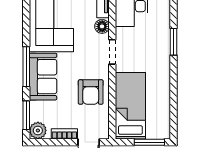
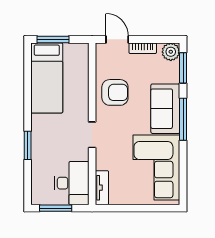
floor lamp: (102, 26) -> (103, 162), removed
armchair: (91, 92) -> (115, 92), turned 90
bed: (130, 106) -> (47, 78), moved

